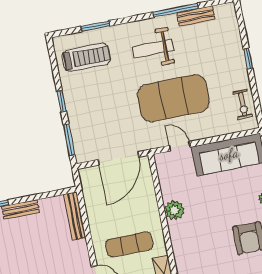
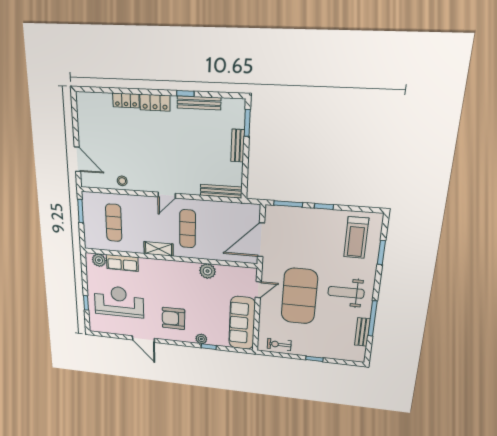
weight bench: (153, 49) -> (346, 292), turned -90
door: (118, 158) -> (261, 240), hinge flipped

